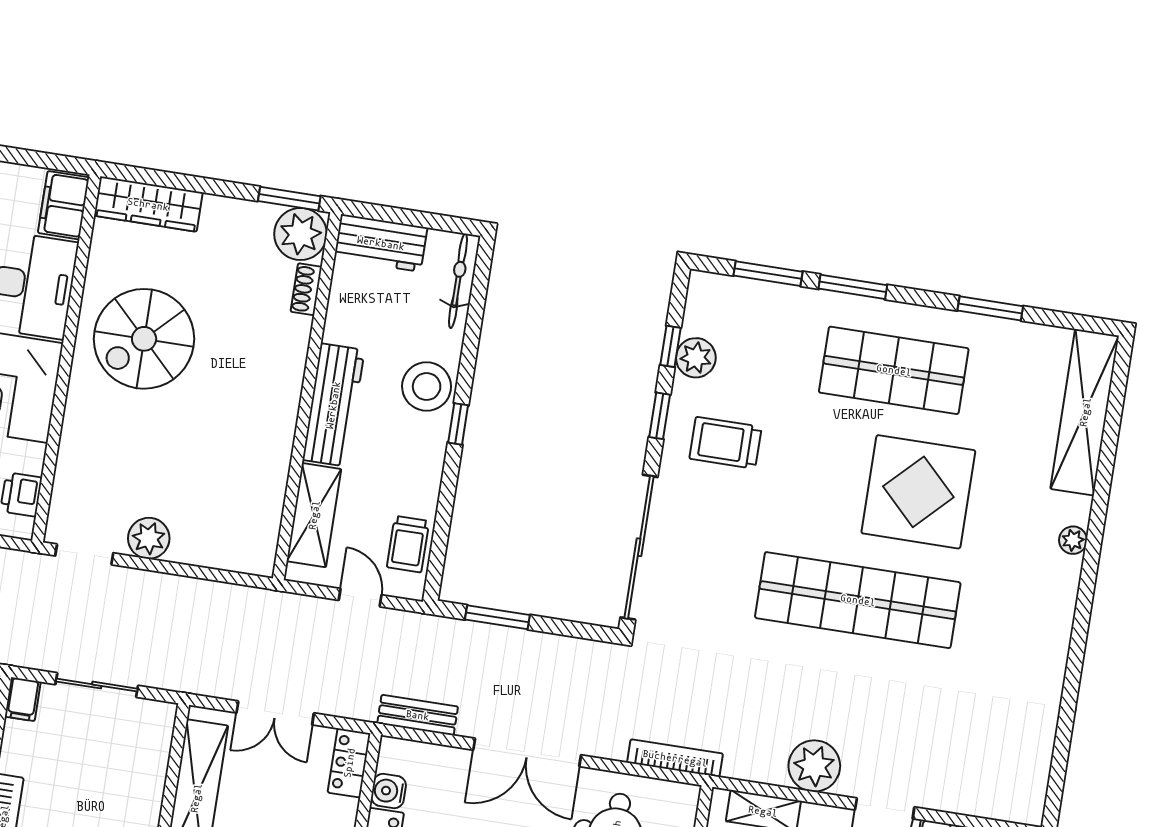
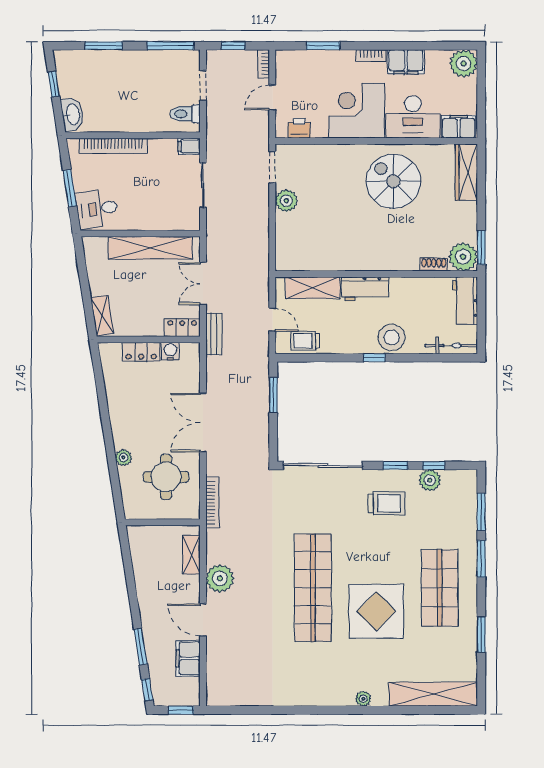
workbench: (333, 405) -> (365, 289), width x0.73
trolley: (726, 443) -> (386, 503), turned 90
door: (360, 598) -> (272, 320), hinge flipped
bench: (418, 715) -> (214, 334), moved

